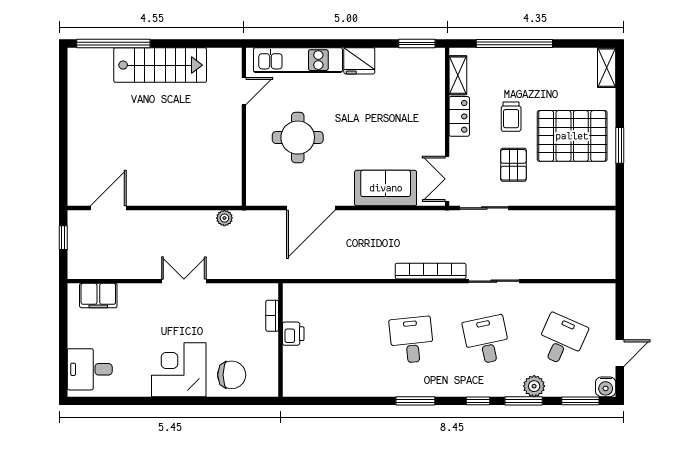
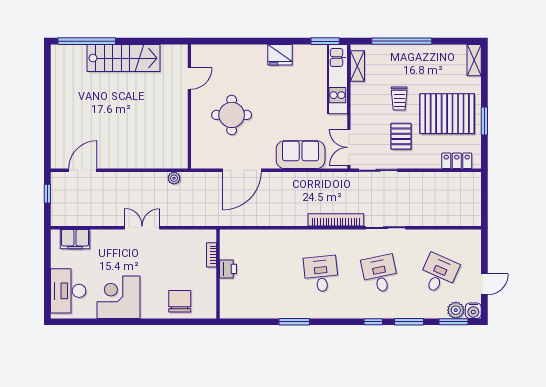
kitchen unit: (298, 60) -> (337, 79), moved, turned 90
locker: (459, 116) -> (457, 161), moved, turned -90
desk: (90, 369) -> (68, 291), width x1.37
corner desk: (179, 370) -> (119, 297), moved
chair: (232, 375) -> (180, 301), turned -90
plant: (534, 386) -> (456, 310), moved
window: (415, 401) -> (294, 322), moved

